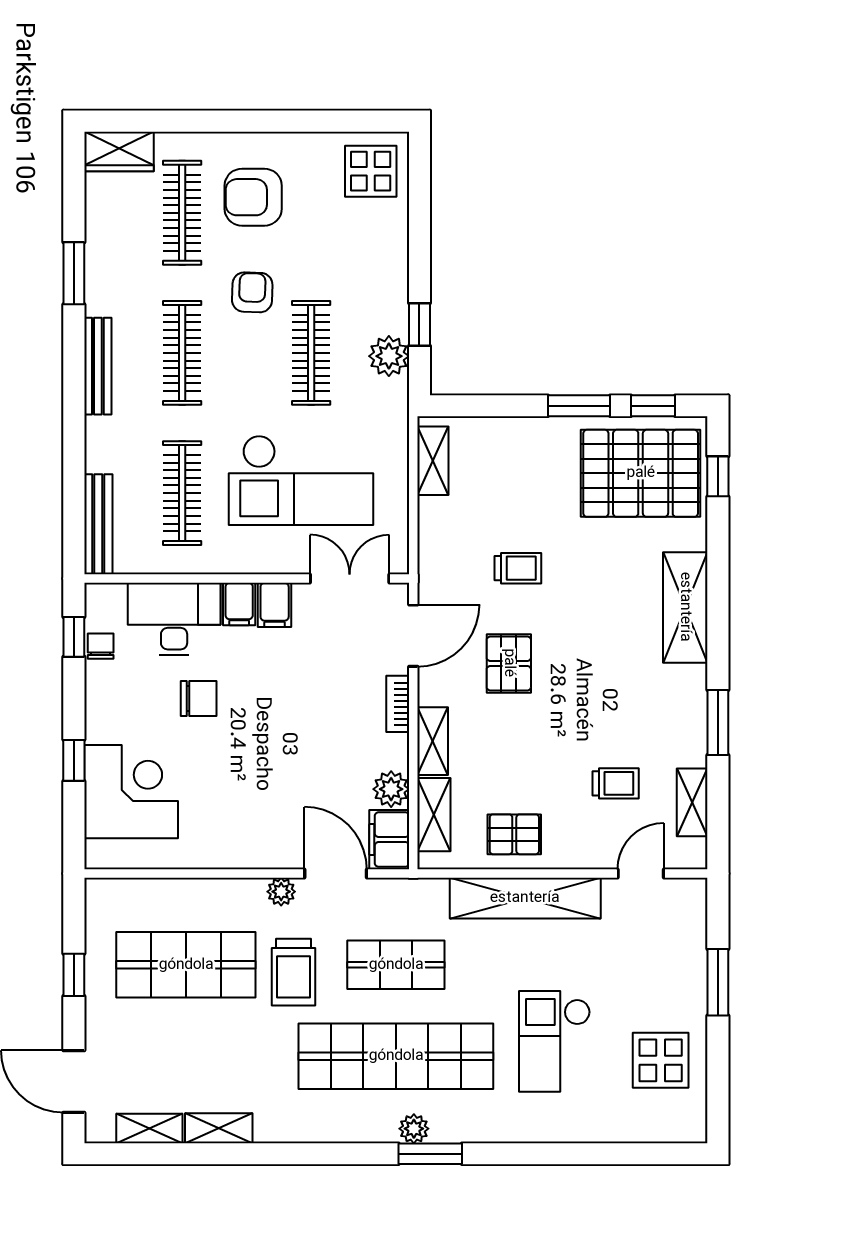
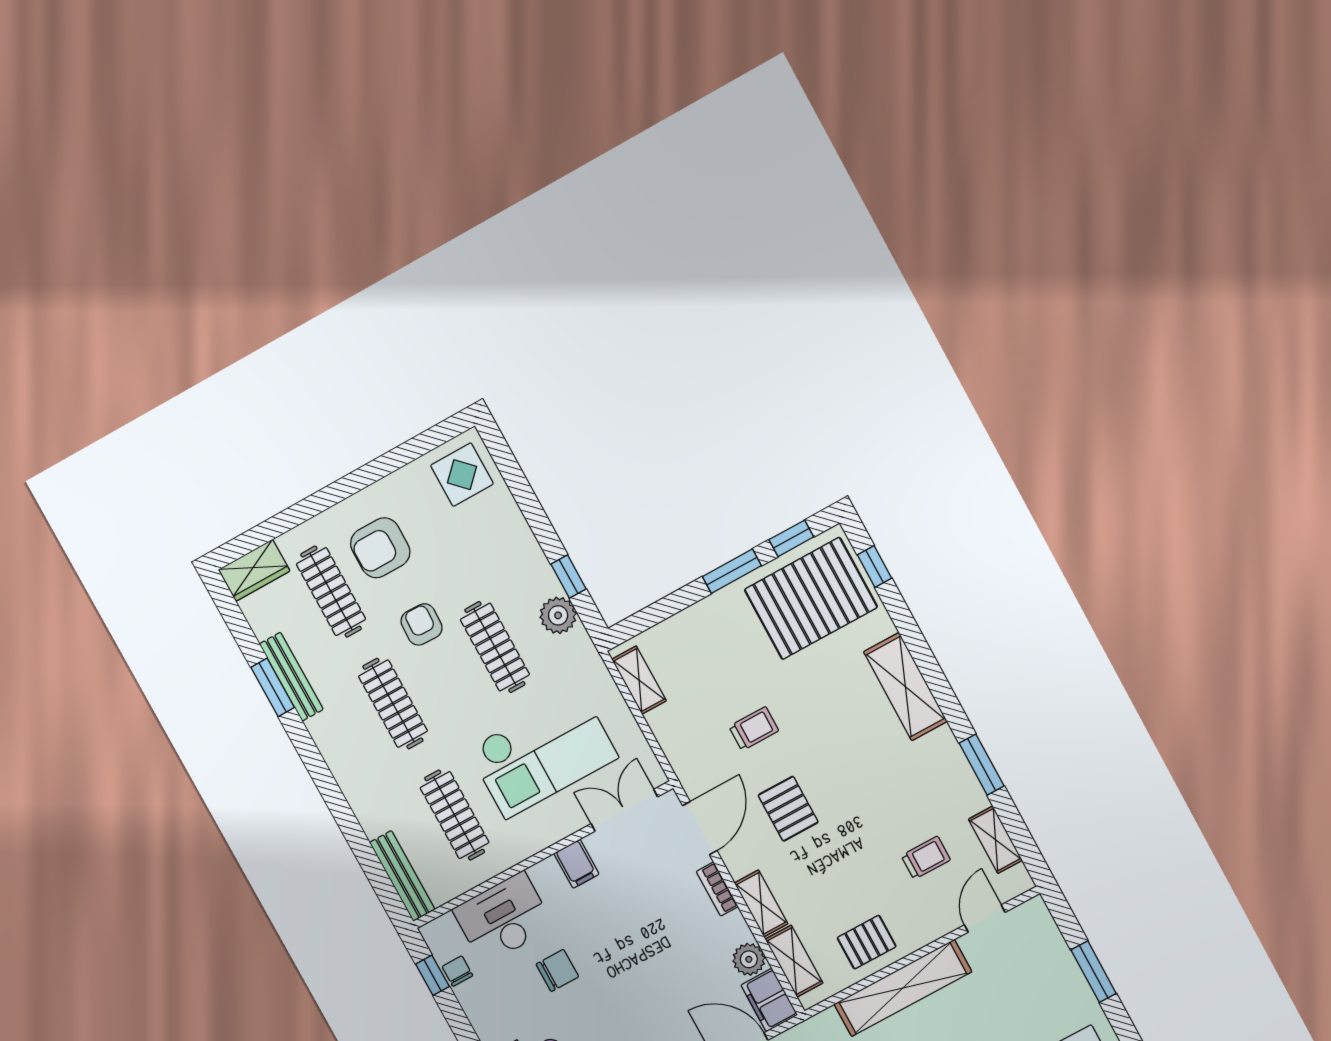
bench: (98, 366) -> (291, 677), moved
filing cabinet: (239, 604) -> (548, 878), removed

